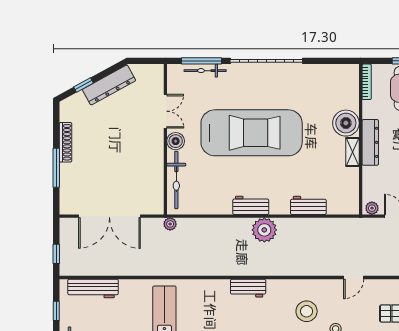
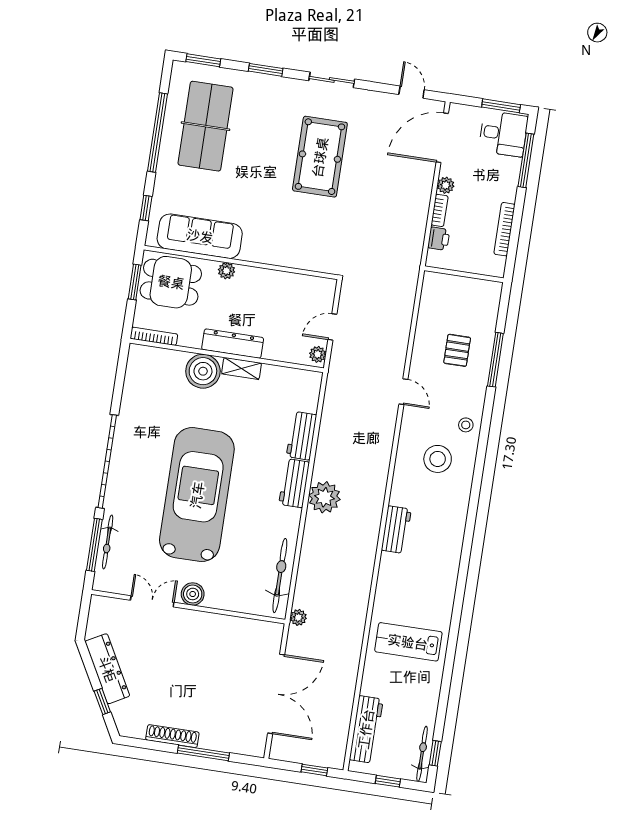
bicycle: (176, 180) -> (280, 576), moved, turned -90
workbench: (251, 205) -> (294, 483), moved

